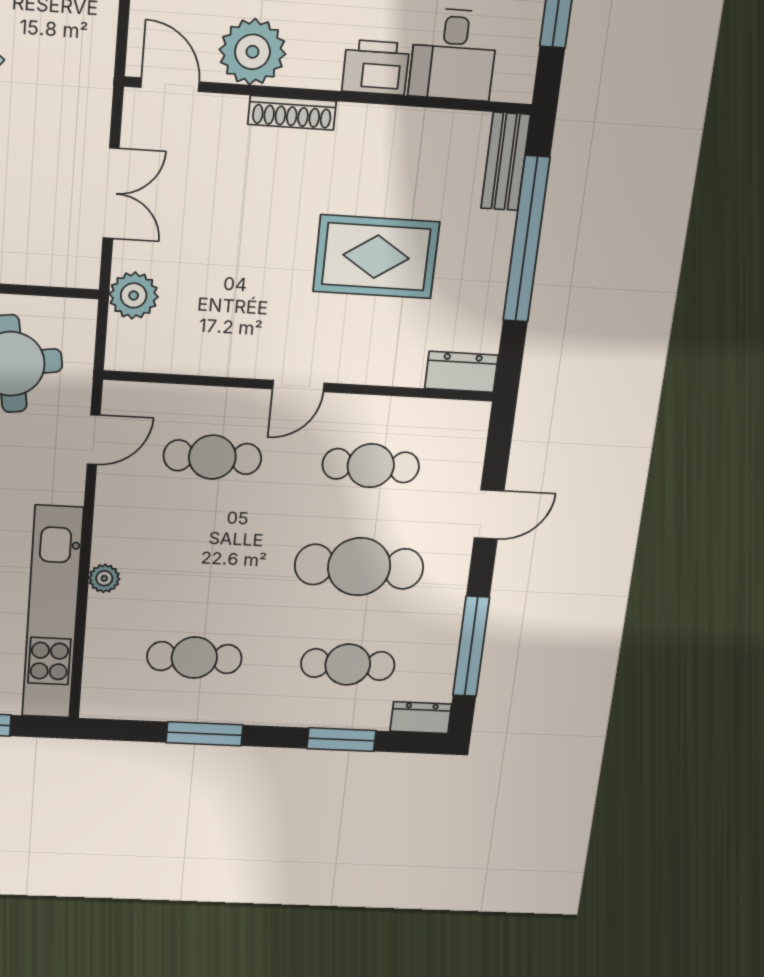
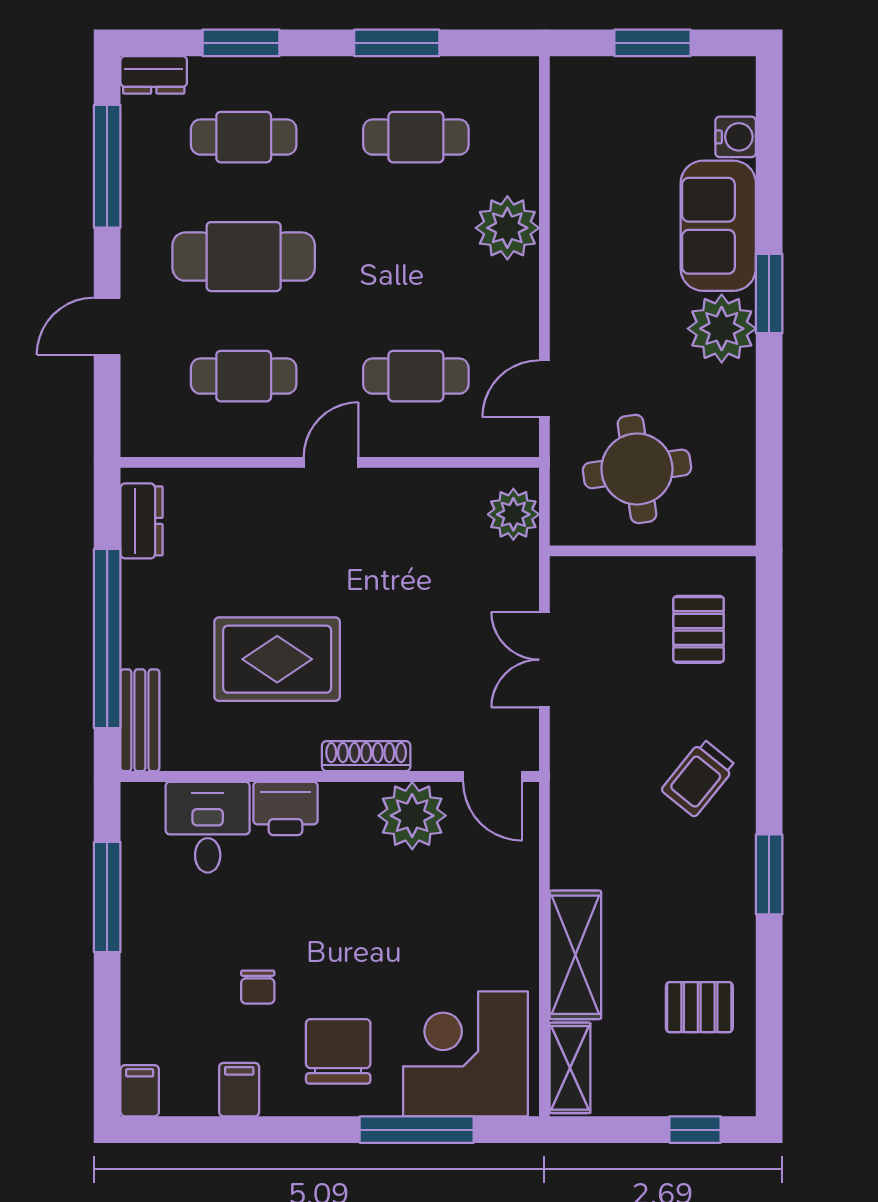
rug: (376, 257) -> (277, 659), moved
plant: (134, 295) -> (513, 514), moved
dresser: (461, 372) -> (142, 521), moved, turned -90
plant: (104, 578) -> (507, 228), width x1.88, depth x1.88
kitchen unit: (53, 613) -> (576, 183), removed

